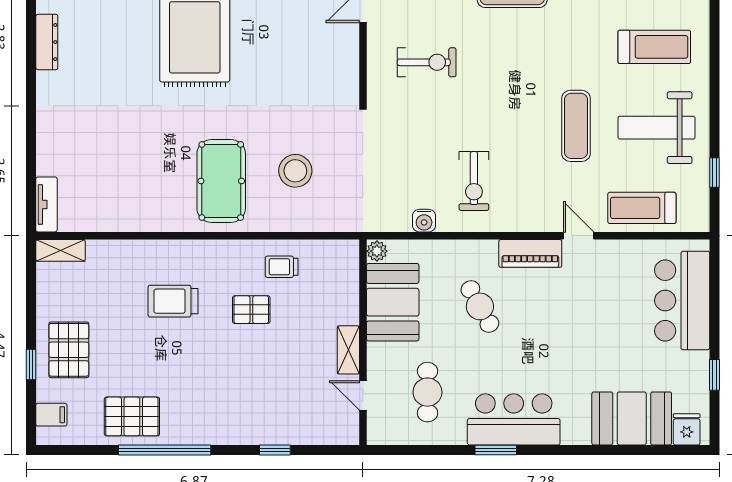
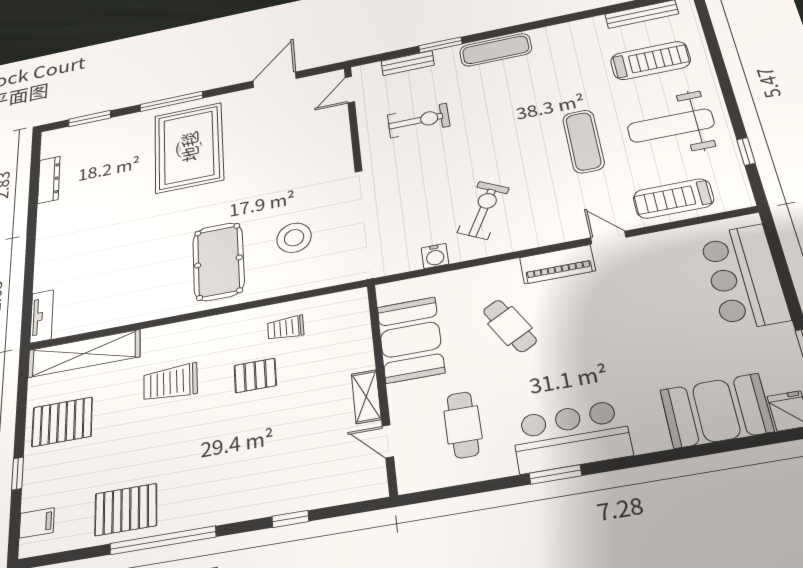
exercise bike: (474, 181) -> (483, 210), turned -152
shelving: (61, 250) -> (84, 354), width x2.20, depth x1.33
plant: (377, 251) -> (387, 294), removed
pallet: (69, 350) -> (62, 422), moved, turned 90

